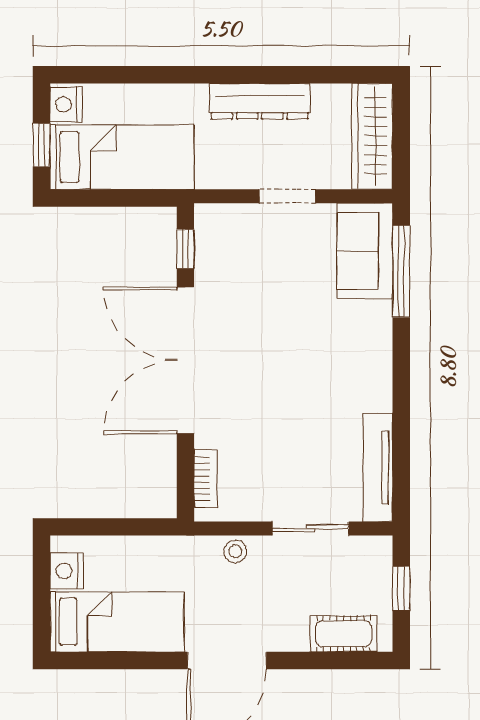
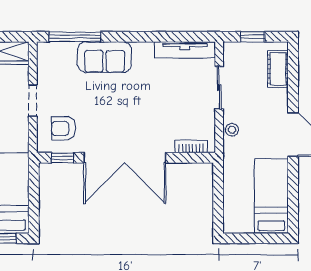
armchair: (238, 251) -> (63, 128), added
sofa: (365, 251) -> (105, 57), moved
nightstand: (67, 571) -> (243, 224), removed

